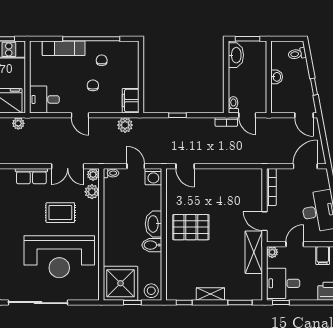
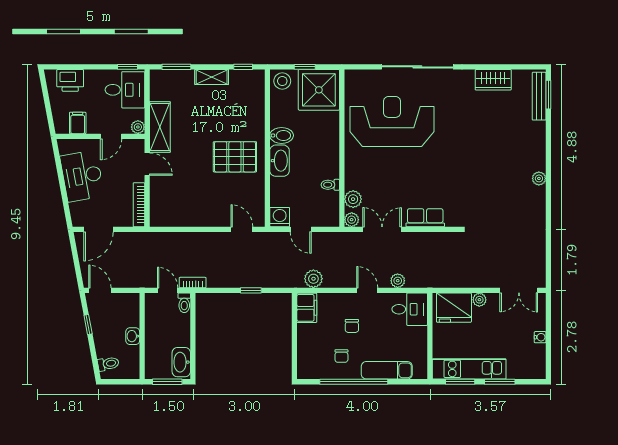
plant: (18, 123) -> (398, 281), moved
toilet: (111, 173) -> (330, 185), moved
rug: (60, 213) -> (391, 174), removed

